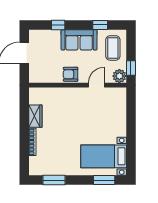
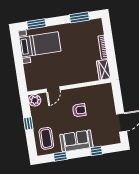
plant: (119, 76) -> (35, 100), moved
wall: (78, 85) -> (69, 87), moved
door: (96, 85) -> (53, 89), moved

